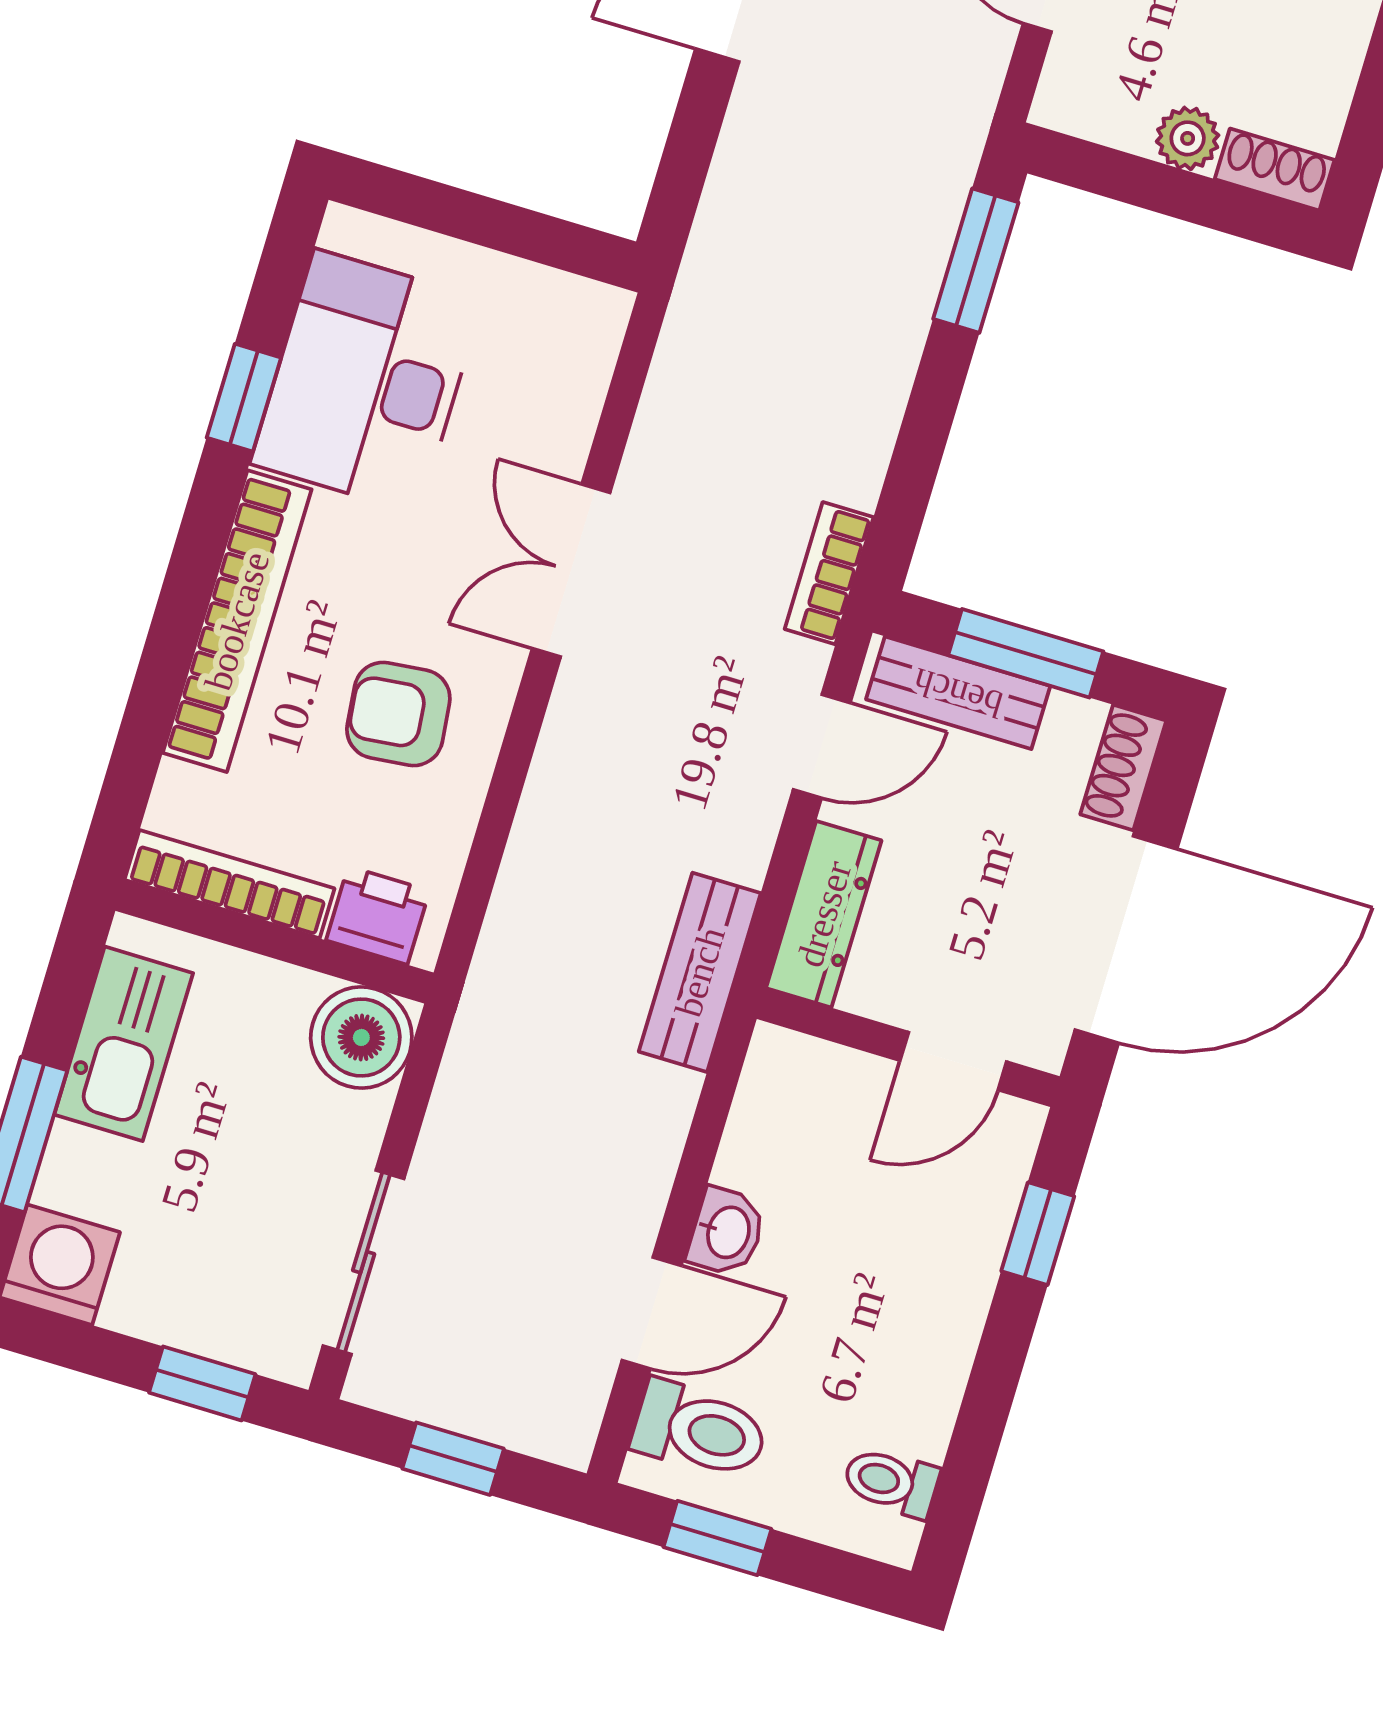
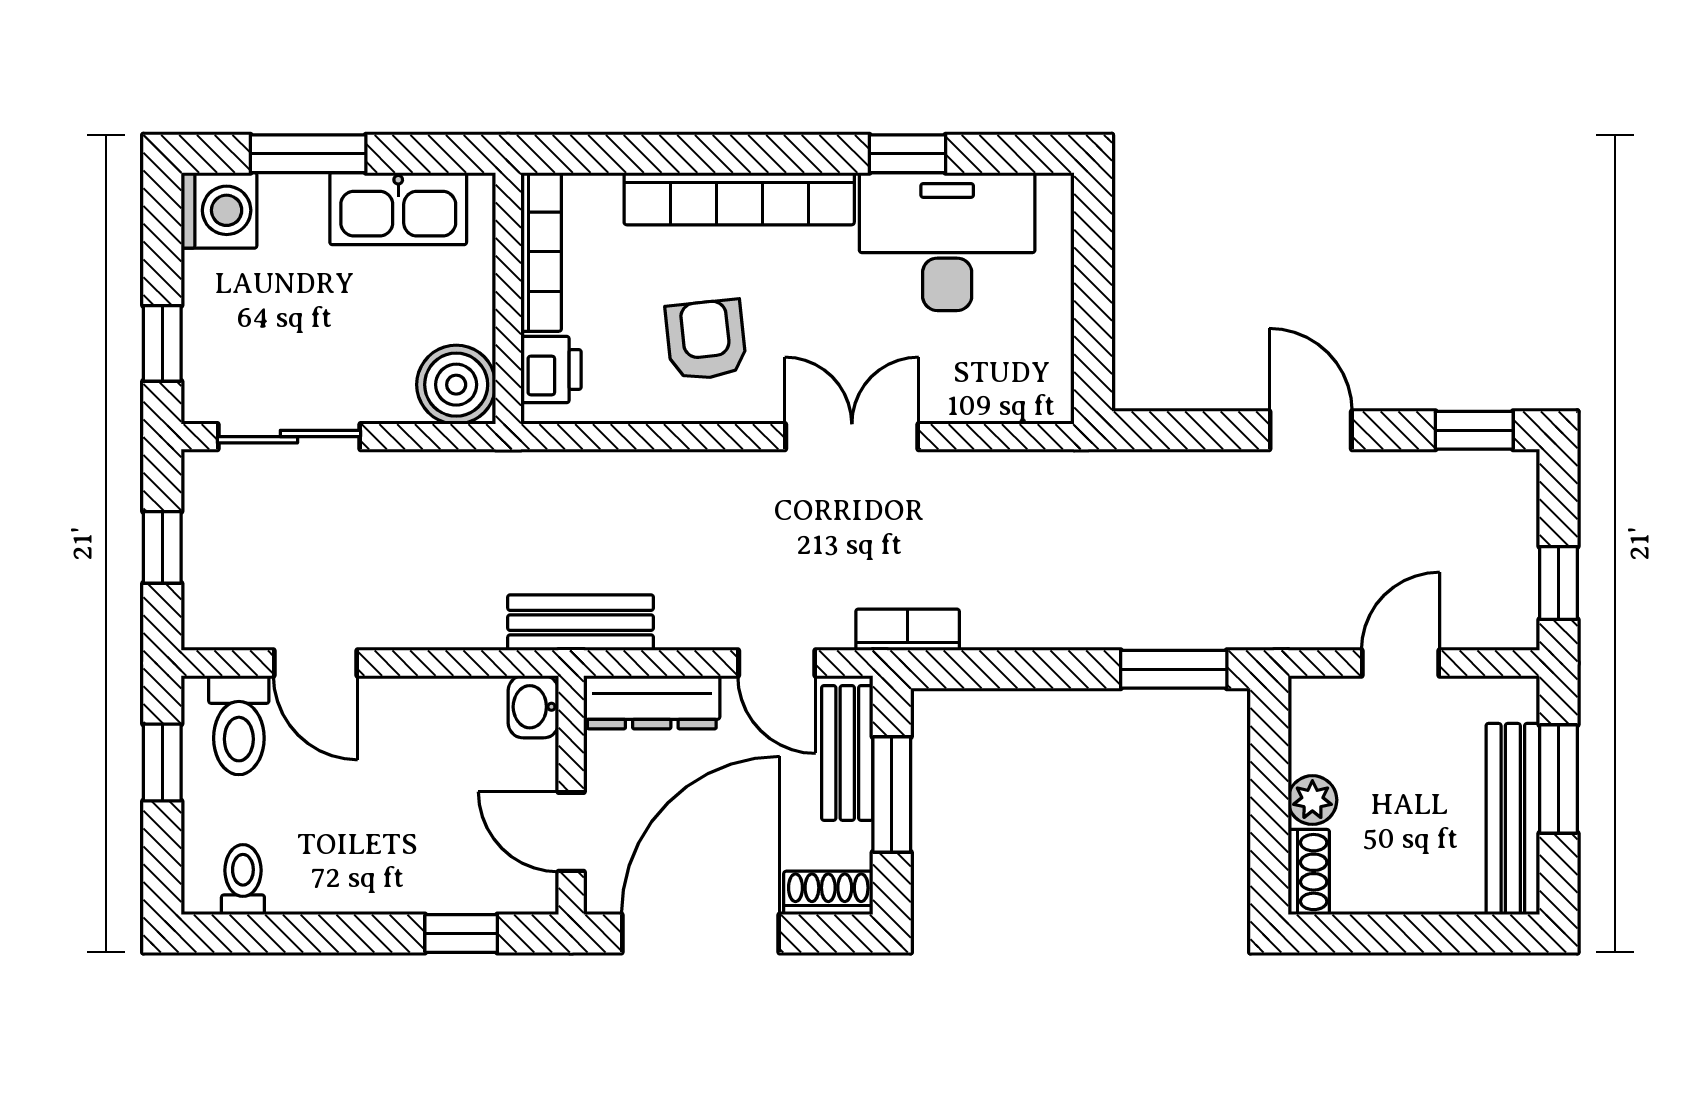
door: (1126, 940) -> (701, 933), swing flipped
washbasin: (727, 1232) -> (533, 707), moved, turned 90

